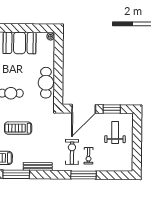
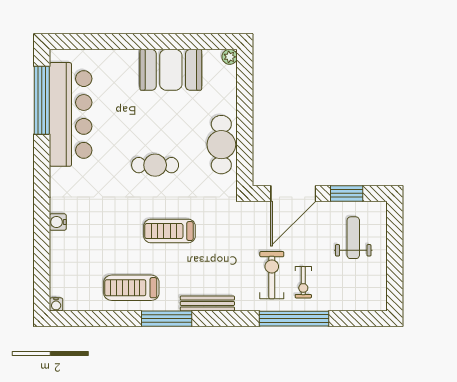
window: (84, 175) -> (294, 319), width x1.46

